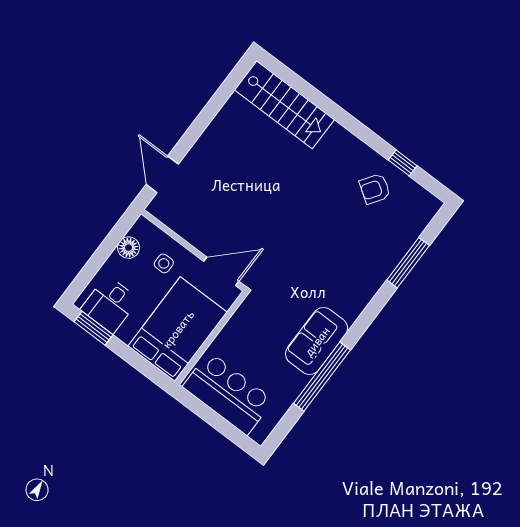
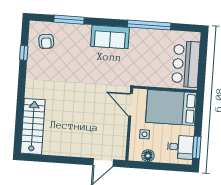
armchair: (375, 189) -> (46, 41), moved, turned 48
sofa: (317, 341) -> (110, 37), moved

